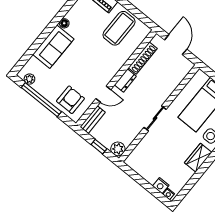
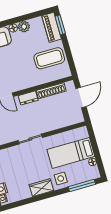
plant: (74, 15) -> (24, 27), added

